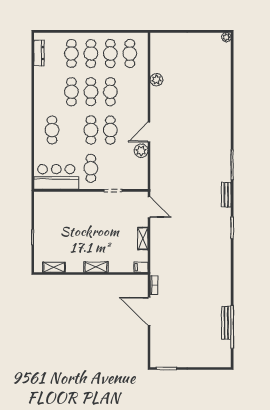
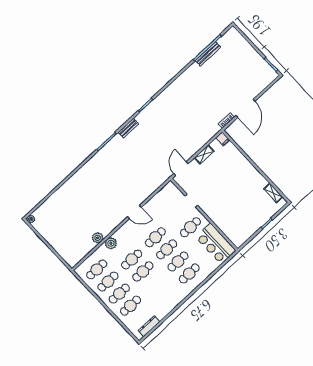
cafe table: (71, 92) -> (178, 261), moved
plant: (141, 151) -> (111, 243), moved
shelving: (96, 267) -> (249, 167), removed

